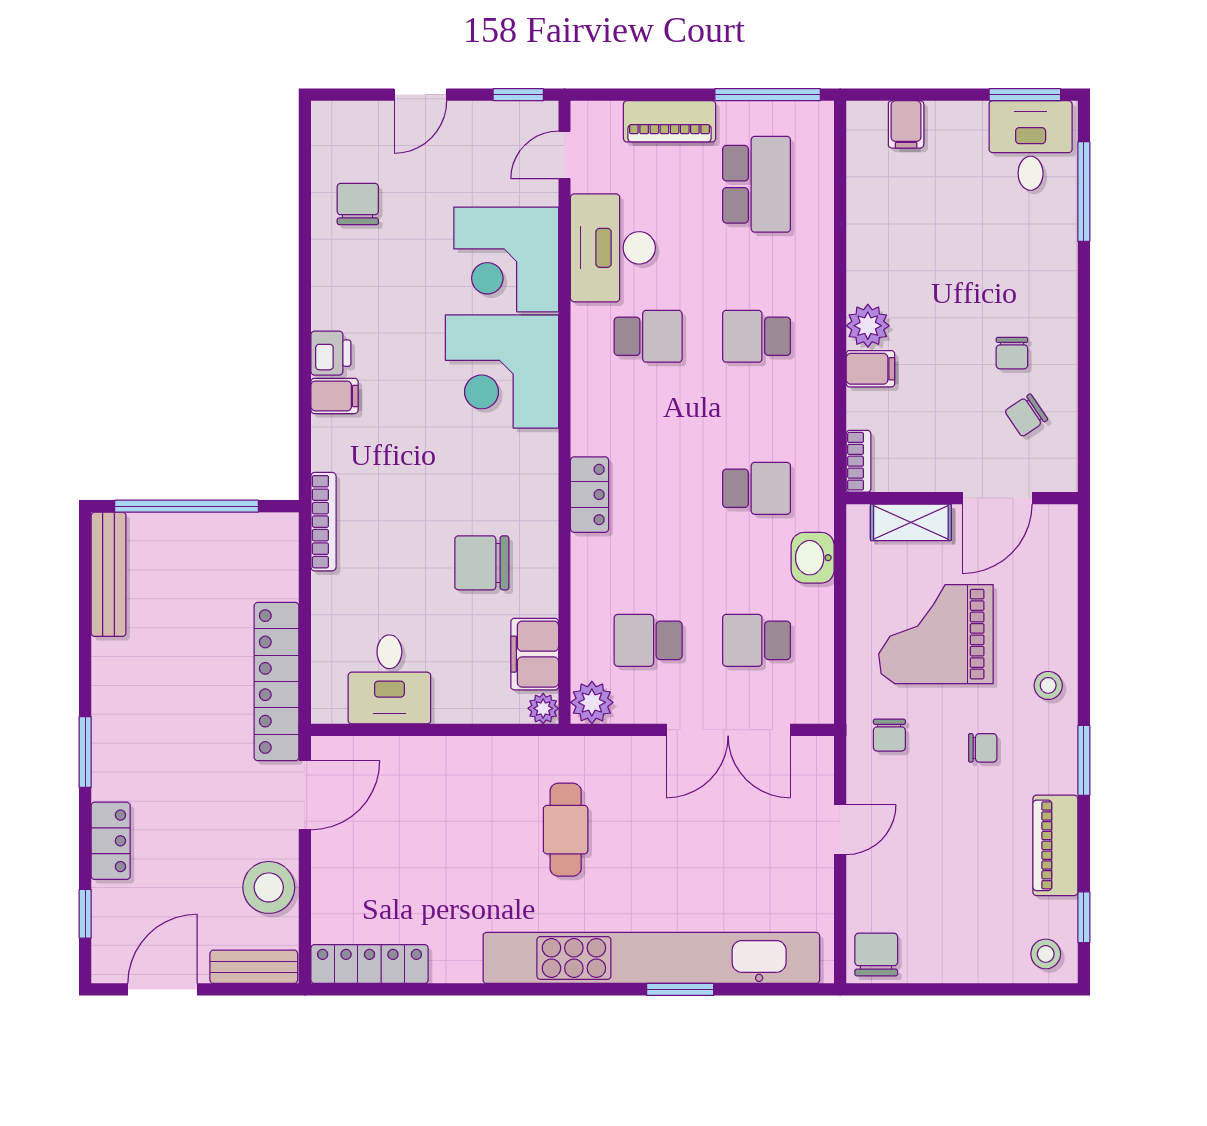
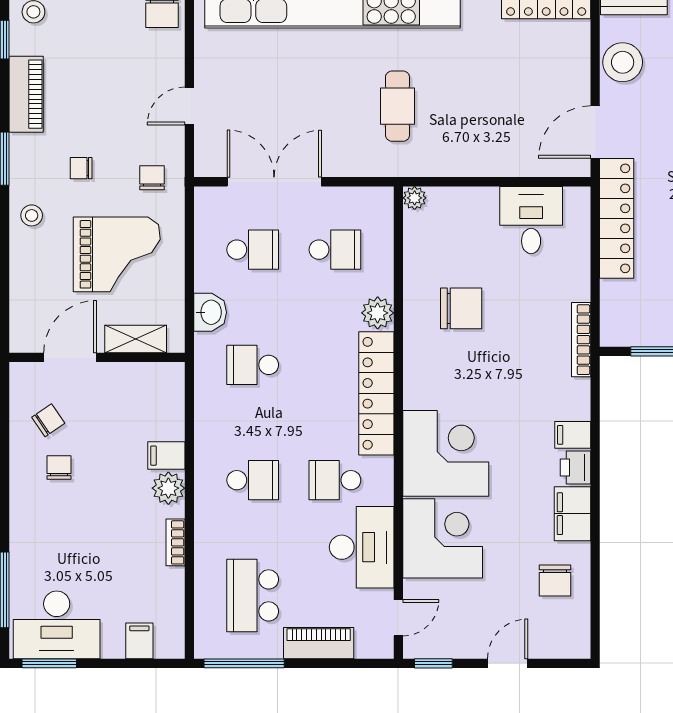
desk: (1031, 145) -> (57, 625), width x1.37
bookcase: (858, 461) -> (175, 542), moved
locker: (590, 495) -> (376, 393), width x2.16, depth x1.21
filing cabinet: (535, 654) -> (573, 514), moved, turned 180
plant: (592, 702) -> (378, 313), moved

